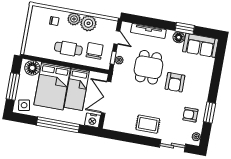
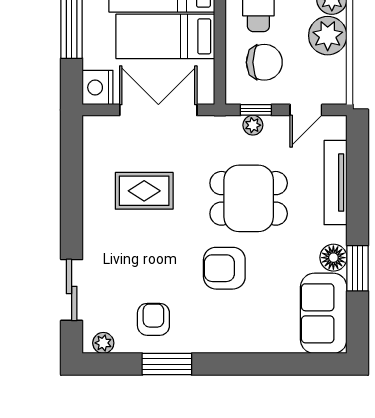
rug: (148, 124) -> (144, 191), moved, turned 90

